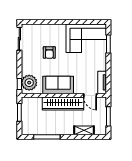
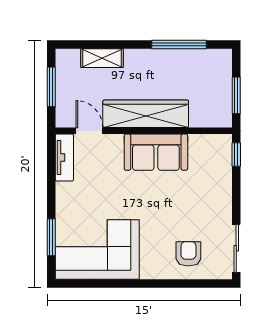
armchair: (49, 53) -> (188, 254), moved
plant: (29, 83) -> (216, 157), removed

